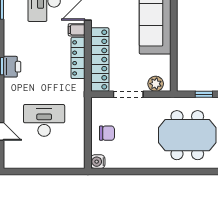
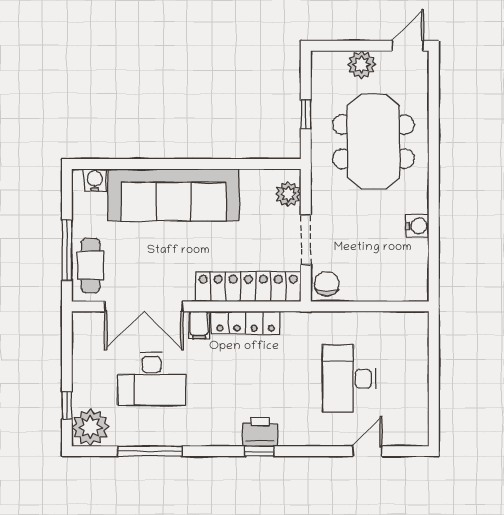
chair: (107, 133) -> (327, 284), moved
water cooler: (98, 162) -> (417, 226), moved, turned -90

